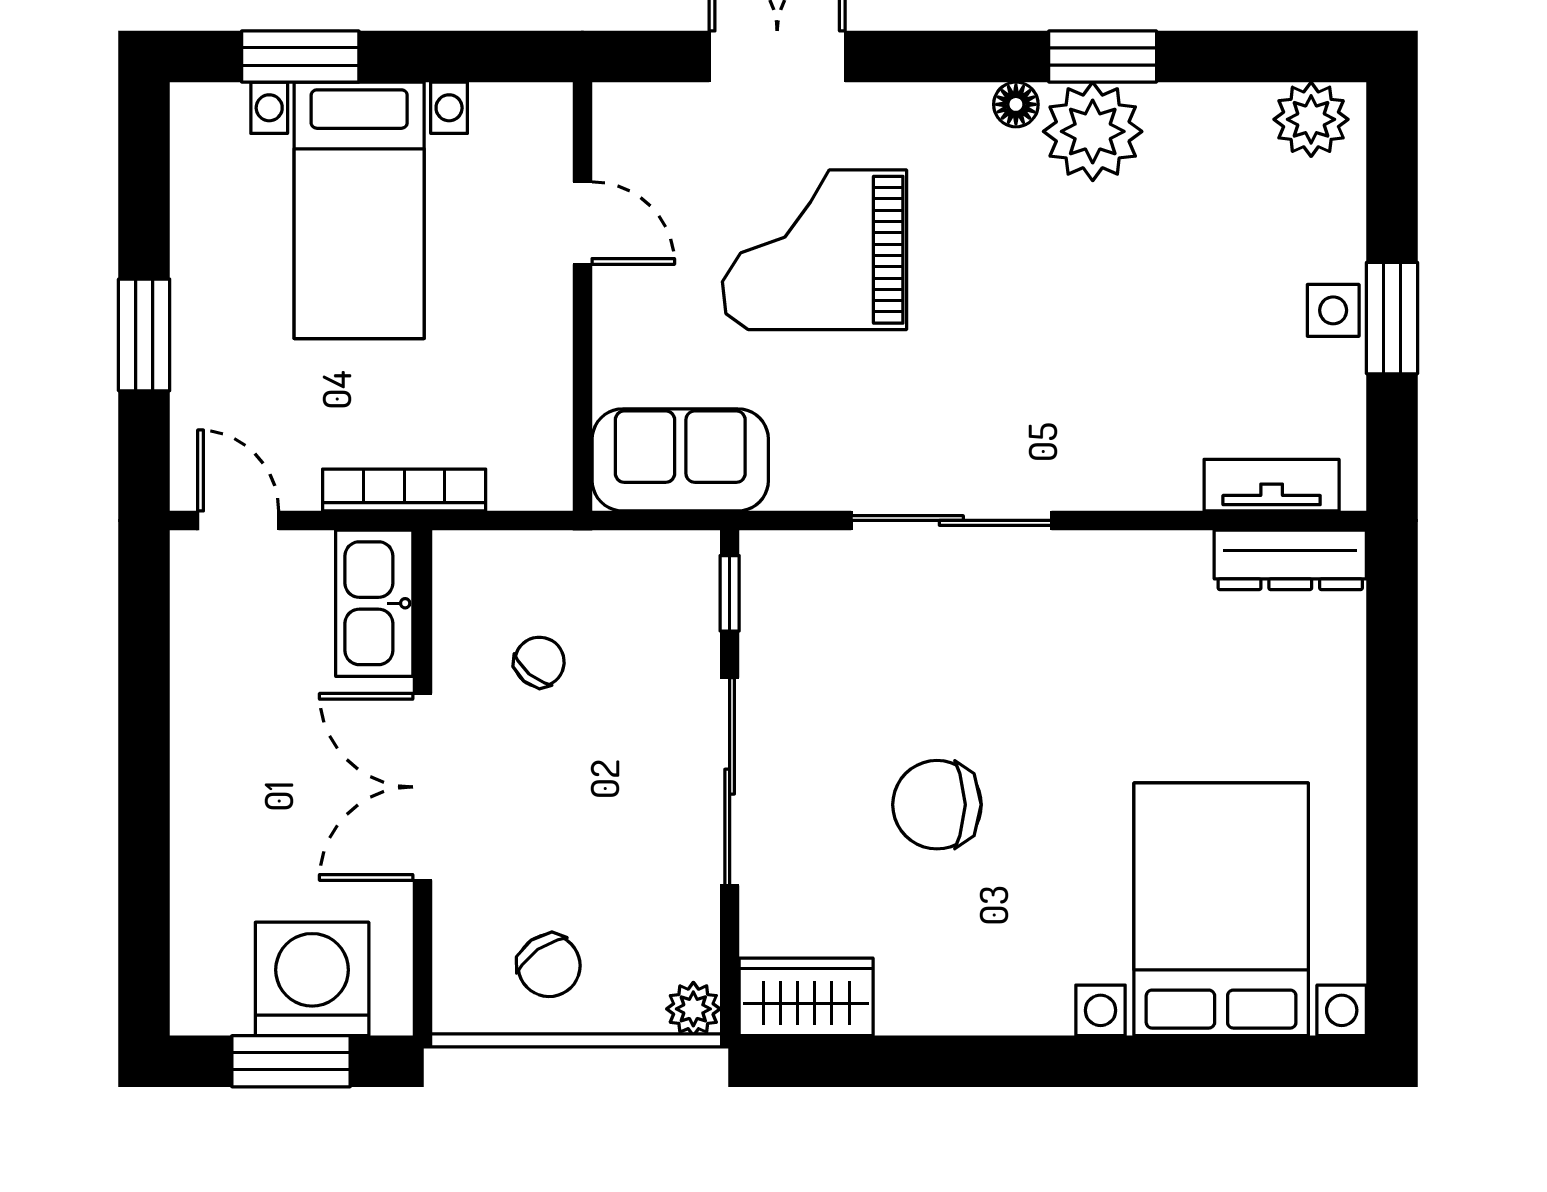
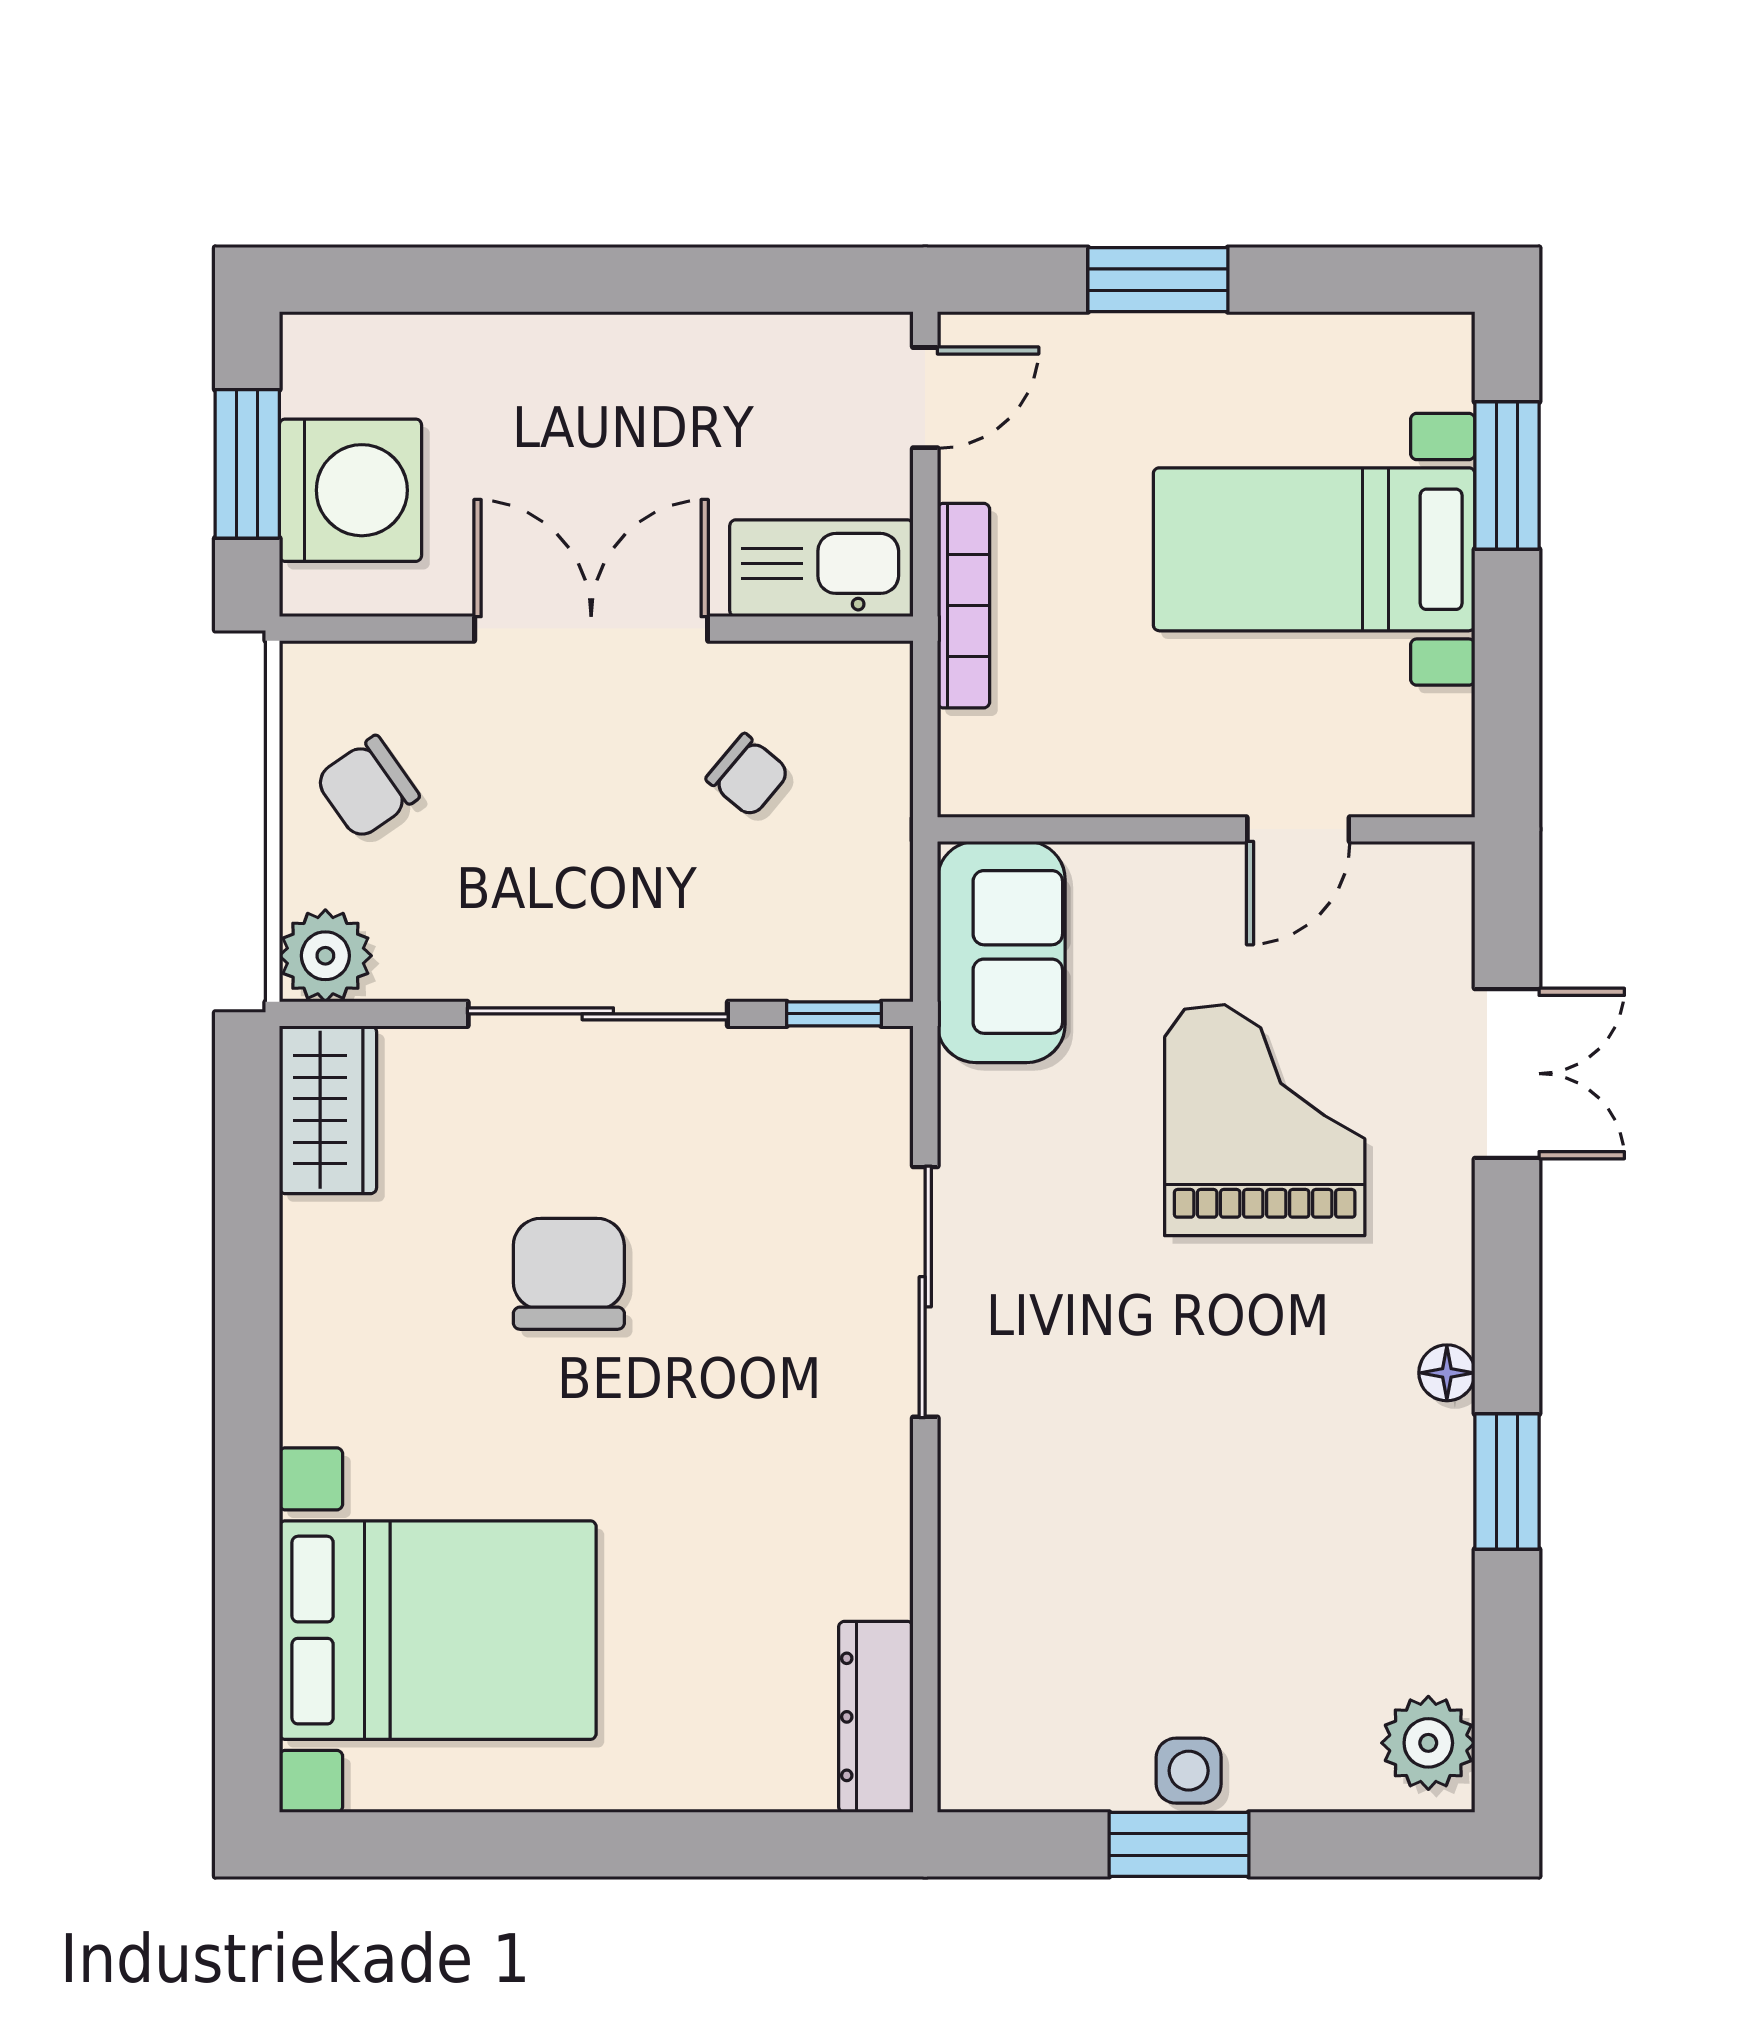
plant: (1093, 131) -> (1413, 1469), removed
tv unit: (1272, 485) -> (970, 1693), removed
plant: (693, 1009) -> (325, 956), width x1.38, depth x1.38

